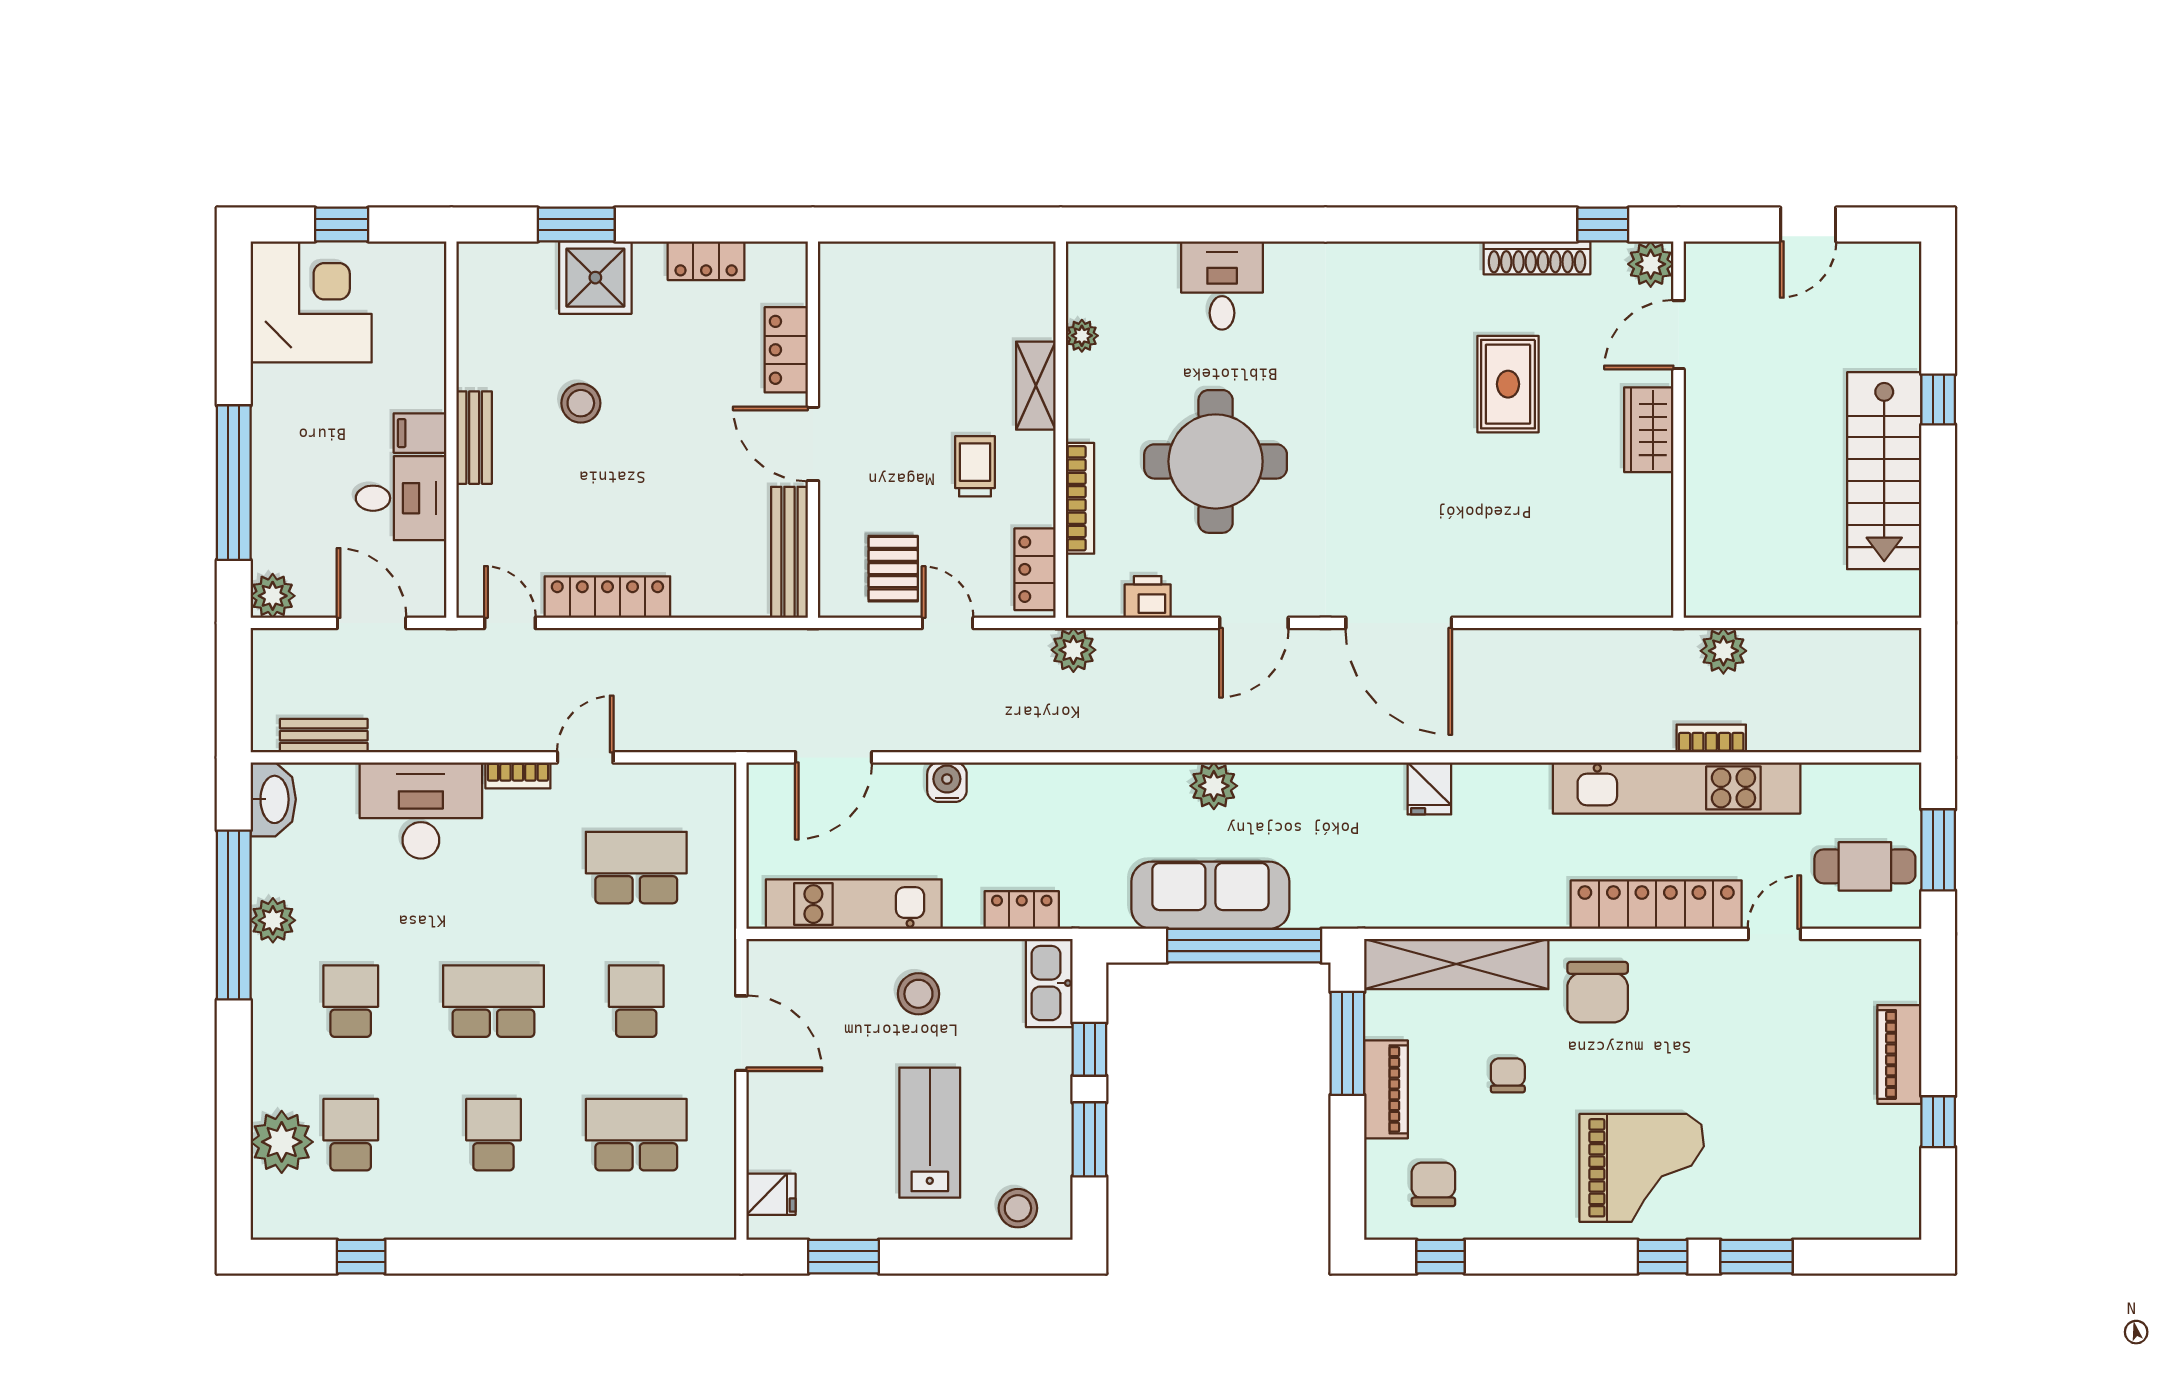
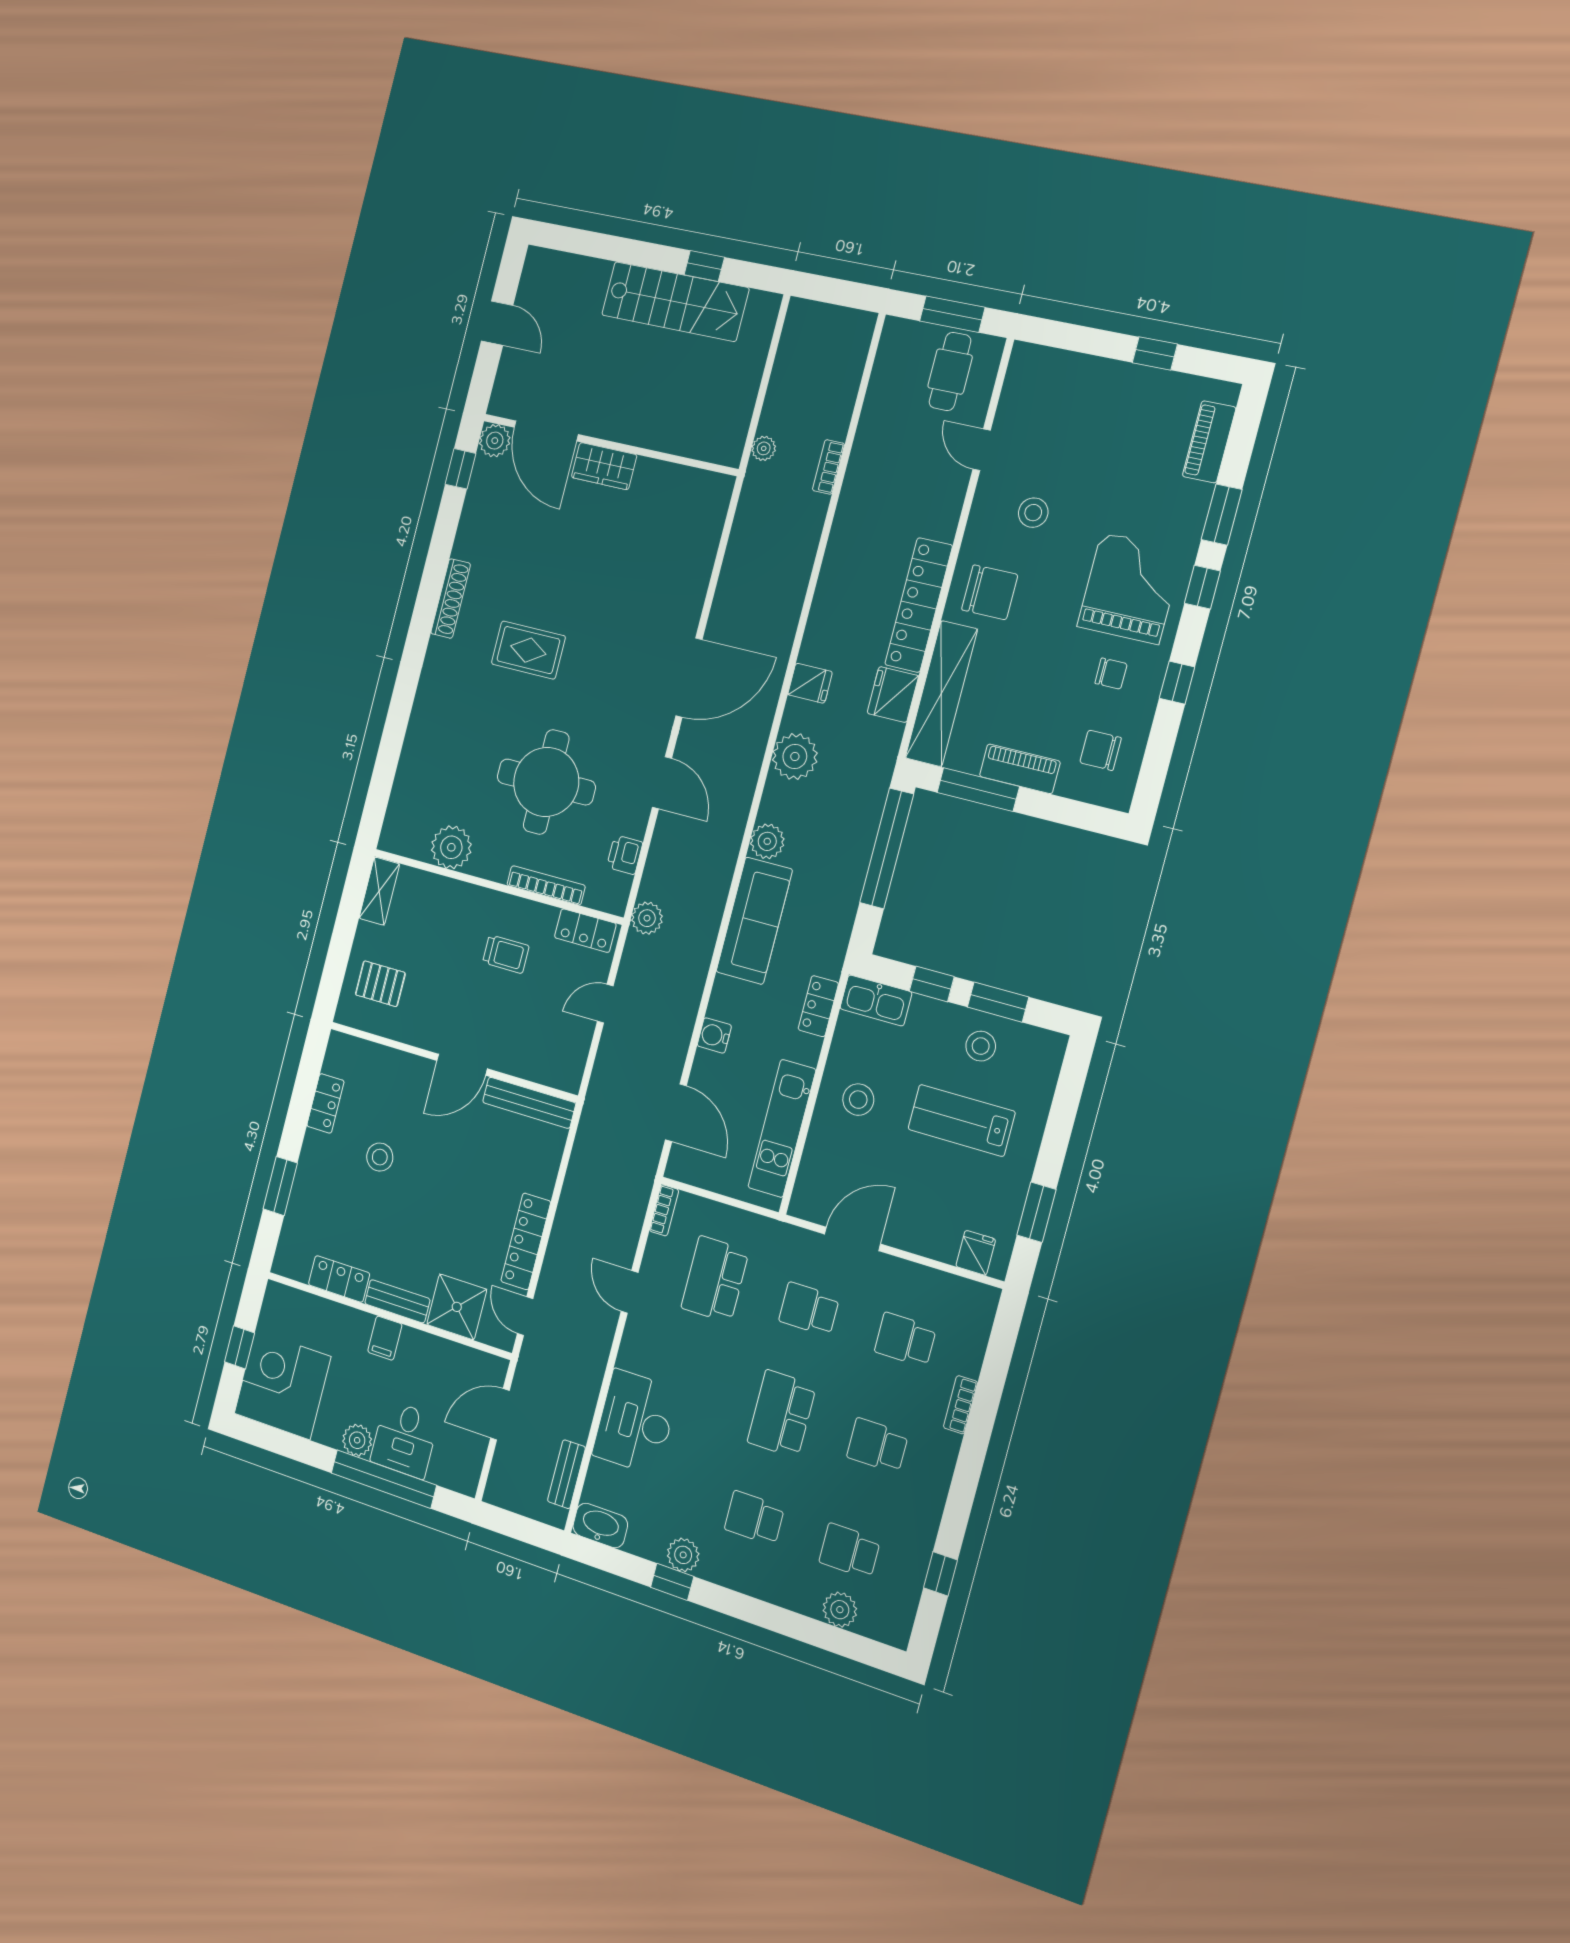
shoe rack: (1537, 258) -> (451, 599), moved
shower: (595, 278) -> (457, 1307), moved
desk: (1222, 286) -> (432, 747), removed
door: (1678, 335) -> (546, 431), width x1.36
plant: (1082, 336) -> (451, 847), width x1.87, depth x1.87
locker: (786, 350) -> (339, 1279), moved, turned 180
rug: (1508, 384) -> (528, 650), moved
shelving: (1036, 386) -> (379, 891), moved, turned 90
window: (1938, 399) -> (704, 266), moved
stool: (581, 403) -> (380, 1157), moved
trolley: (975, 466) -> (506, 954), turned 180
desk: (401, 498) -> (405, 1439), moved, turned 180
pallet: (893, 569) -> (380, 984), moved
plant: (273, 596) -> (357, 1440), moved
door: (510, 623) -> (525, 1316), hinge flipped
plant: (1723, 651) -> (764, 448), width x0.73, depth x0.73
bookcase: (518, 775) -> (664, 1210), moved
kitchen unit: (1677, 788) -> (857, 500), removed
plant: (1331, 793) -> (795, 757), added
sofa: (1210, 895) -> (754, 921), moved, turned 180
fridge: (1440, 901) -> (893, 695), added
locker: (1656, 905) -> (919, 605), moved
window: (234, 915) -> (672, 1582), width x0.32
stool: (1709, 1021) -> (1033, 513), added
piano: (1899, 1054) -> (1209, 442), moved, turned 90
chair: (1508, 1075) -> (1111, 674), moved, turned 180
school desk: (636, 1135) -> (905, 1340), width x0.54
plant: (282, 1142) -> (840, 1610), width x0.73, depth x0.73
stool: (1018, 1208) -> (981, 1046), moved
bookcase: (578, 1226) -> (960, 1405), added
window: (1441, 1257) -> (1177, 683), moved

